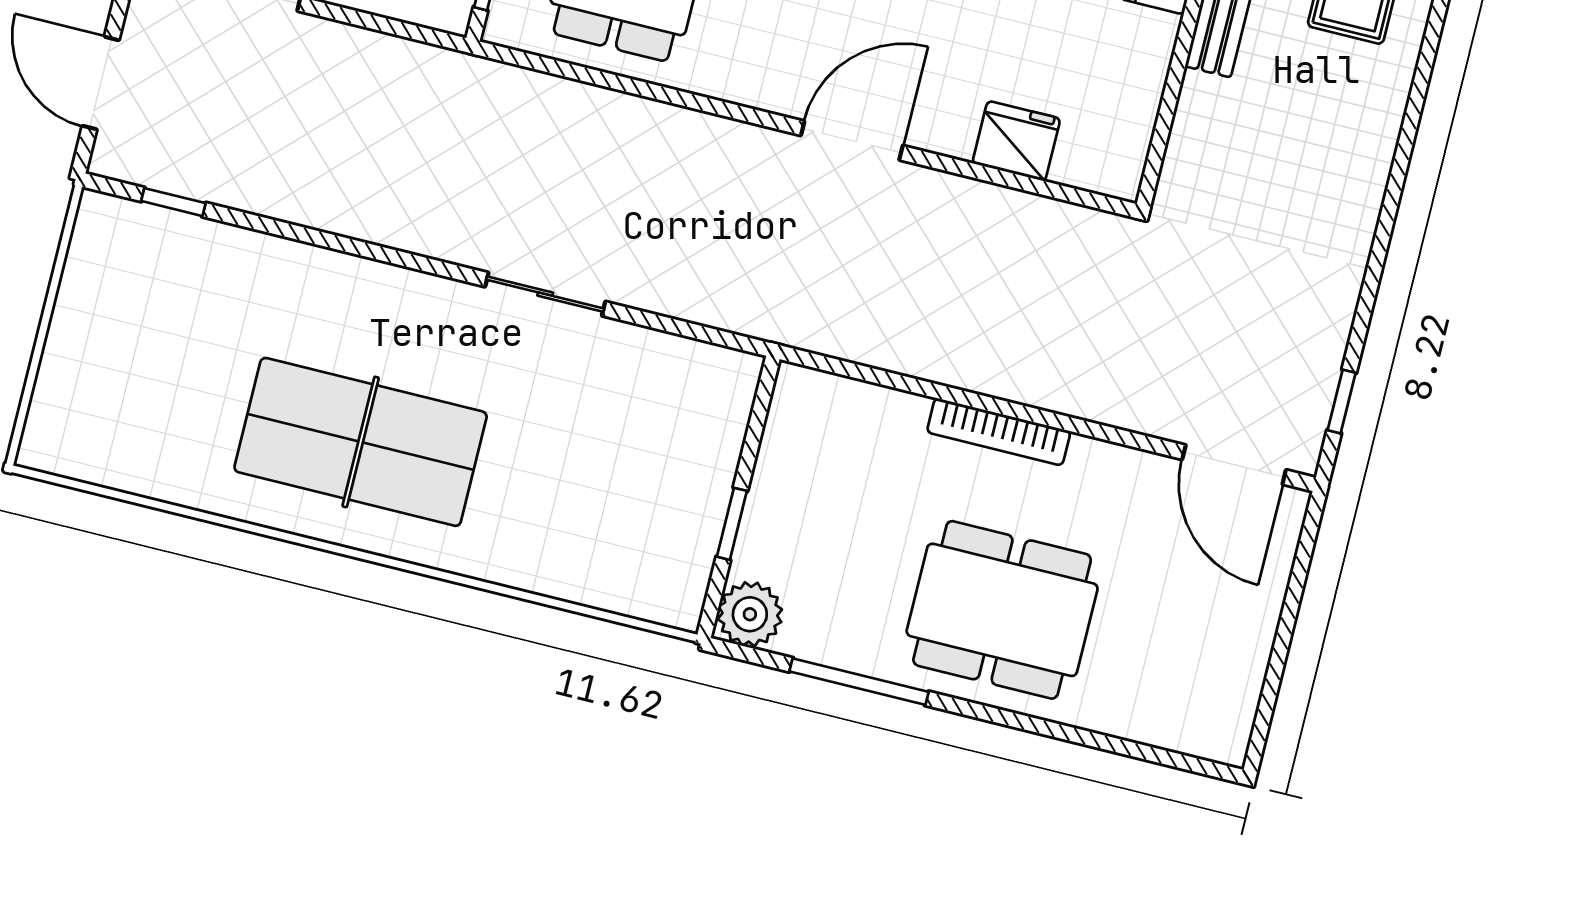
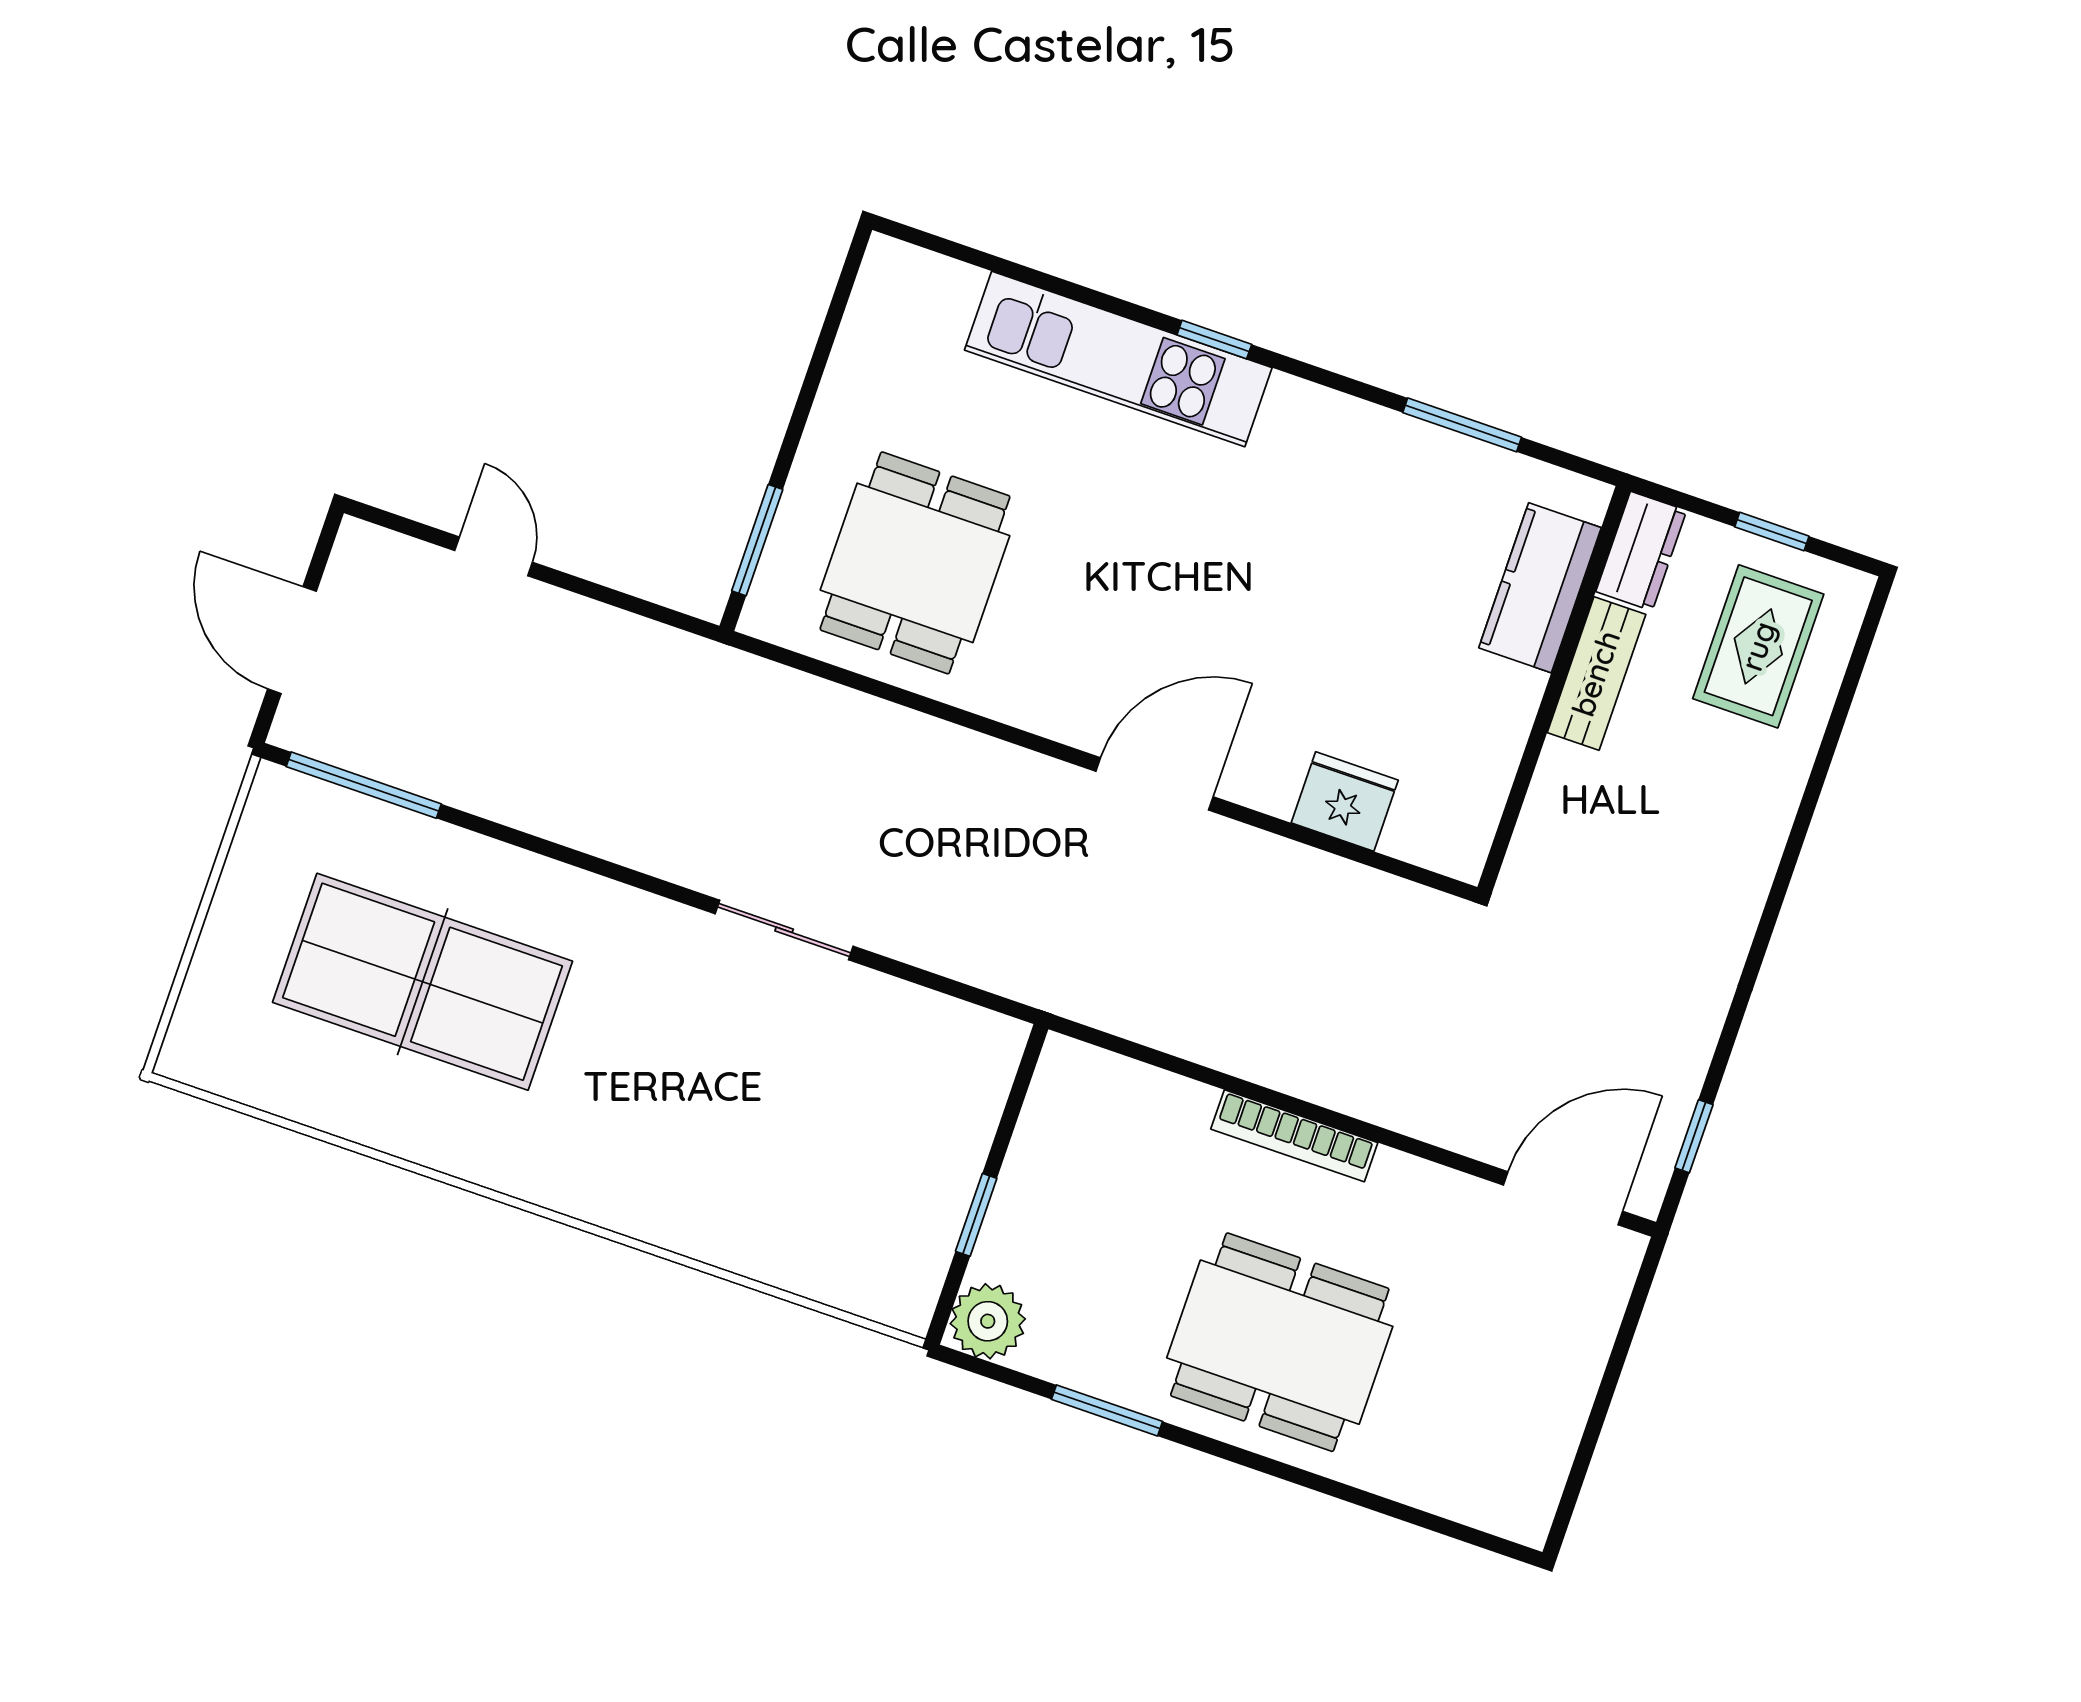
window: (173, 202) -> (364, 785), width x2.17
table tennis table: (361, 442) -> (423, 982), moved
door: (1234, 465) -> (1563, 1198), swing flipped
window: (859, 682) -> (1107, 1410), width x0.69

